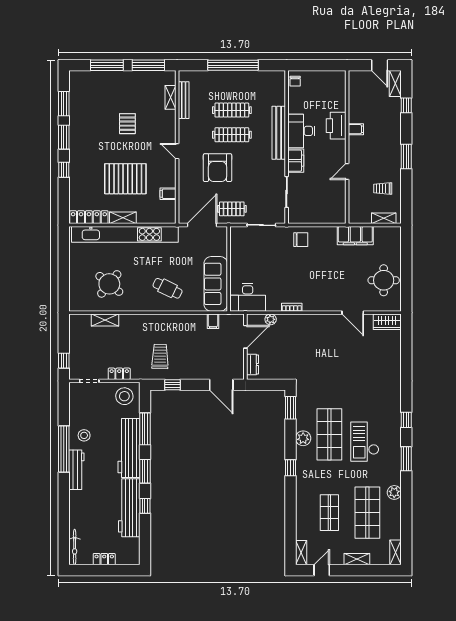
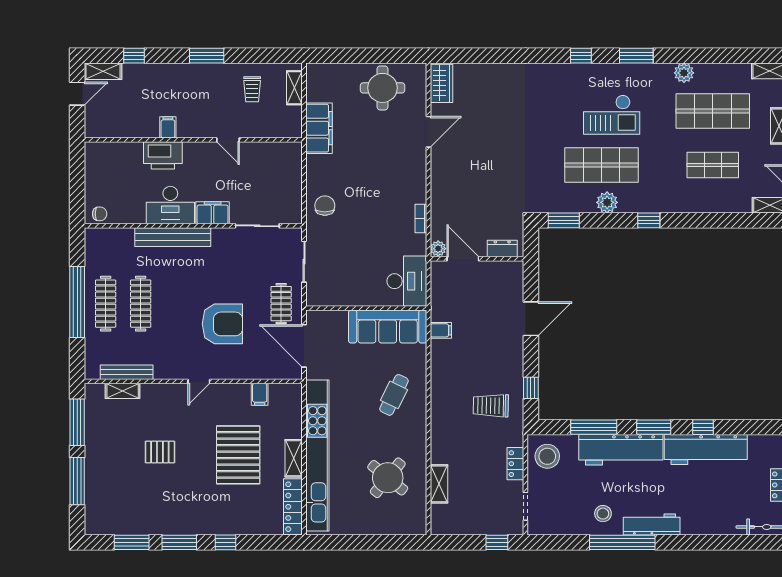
clothes rail: (232, 135) -> (106, 304), moved
door: (245, 337) -> (463, 259), moved
wall: (245, 347) -> (477, 259), moved
dresser: (253, 364) -> (502, 249), moved

